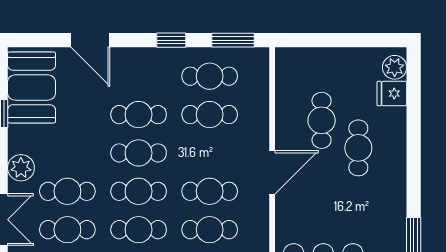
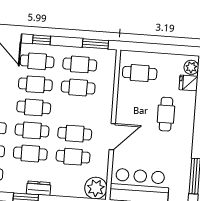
window: (171, 40) -> (42, 40), moved
cafe table: (139, 76) -> (37, 61), added
cafe table: (322, 120) -> (140, 73), moved, turned 90
door: (272, 172) -> (112, 137), moved

